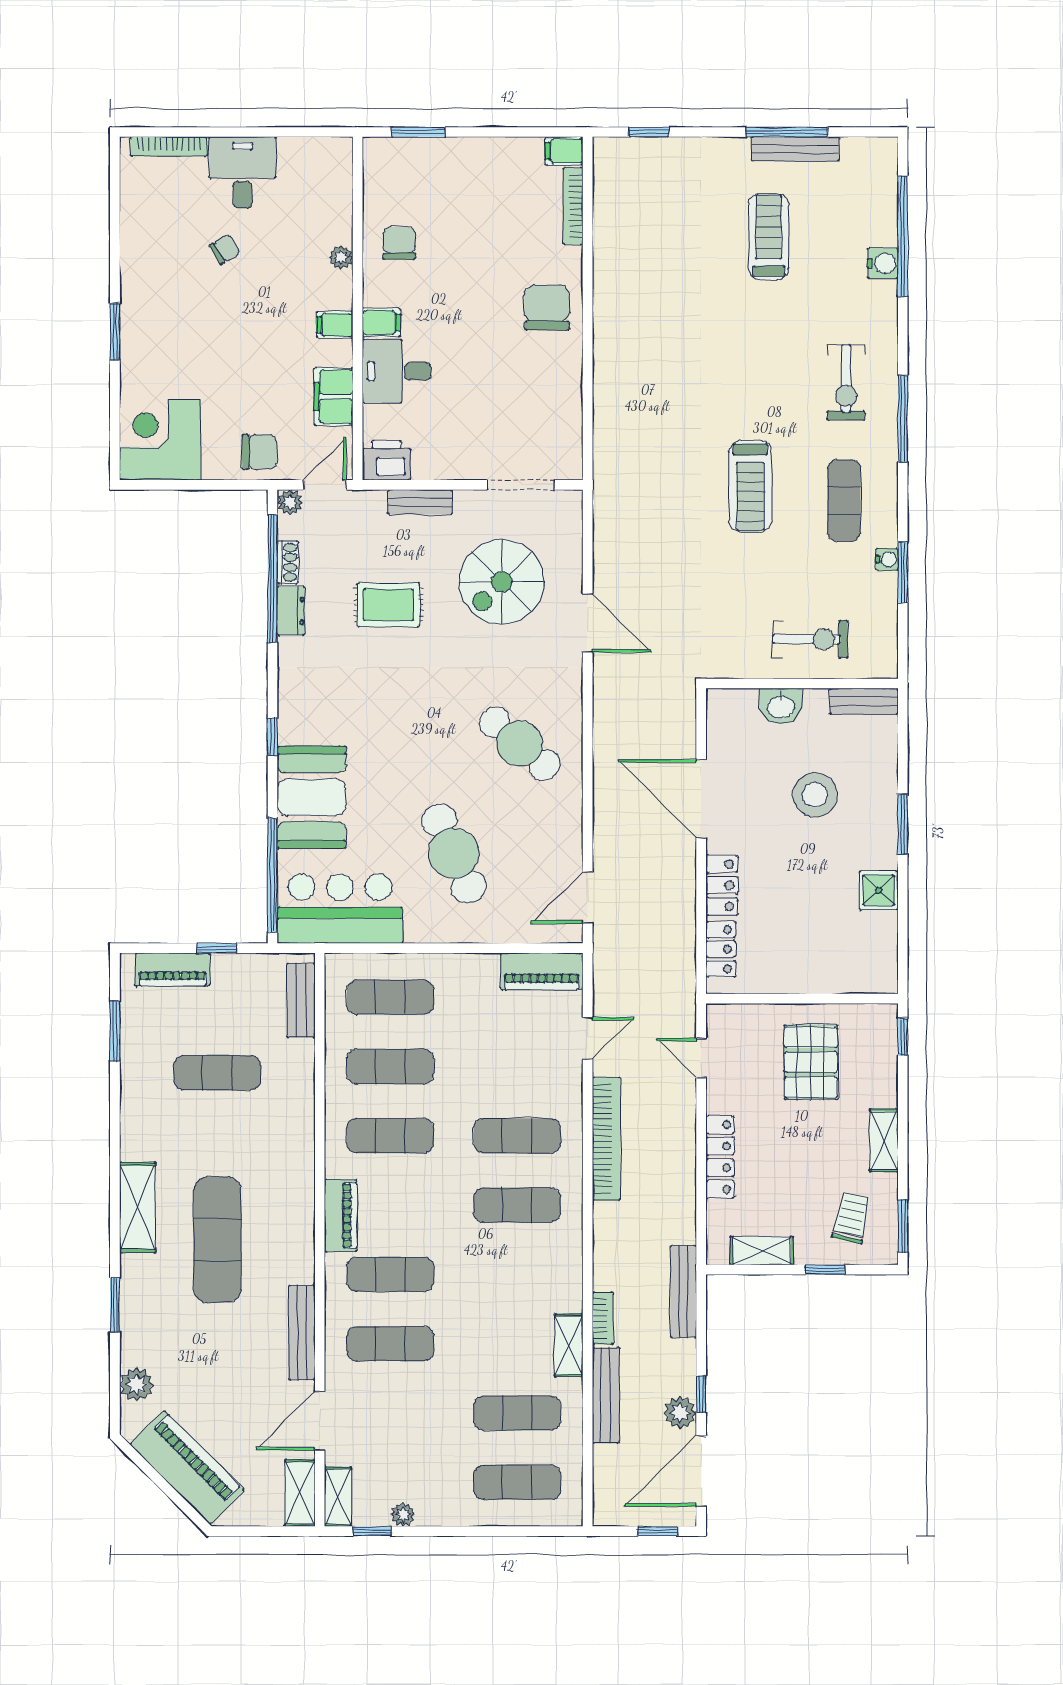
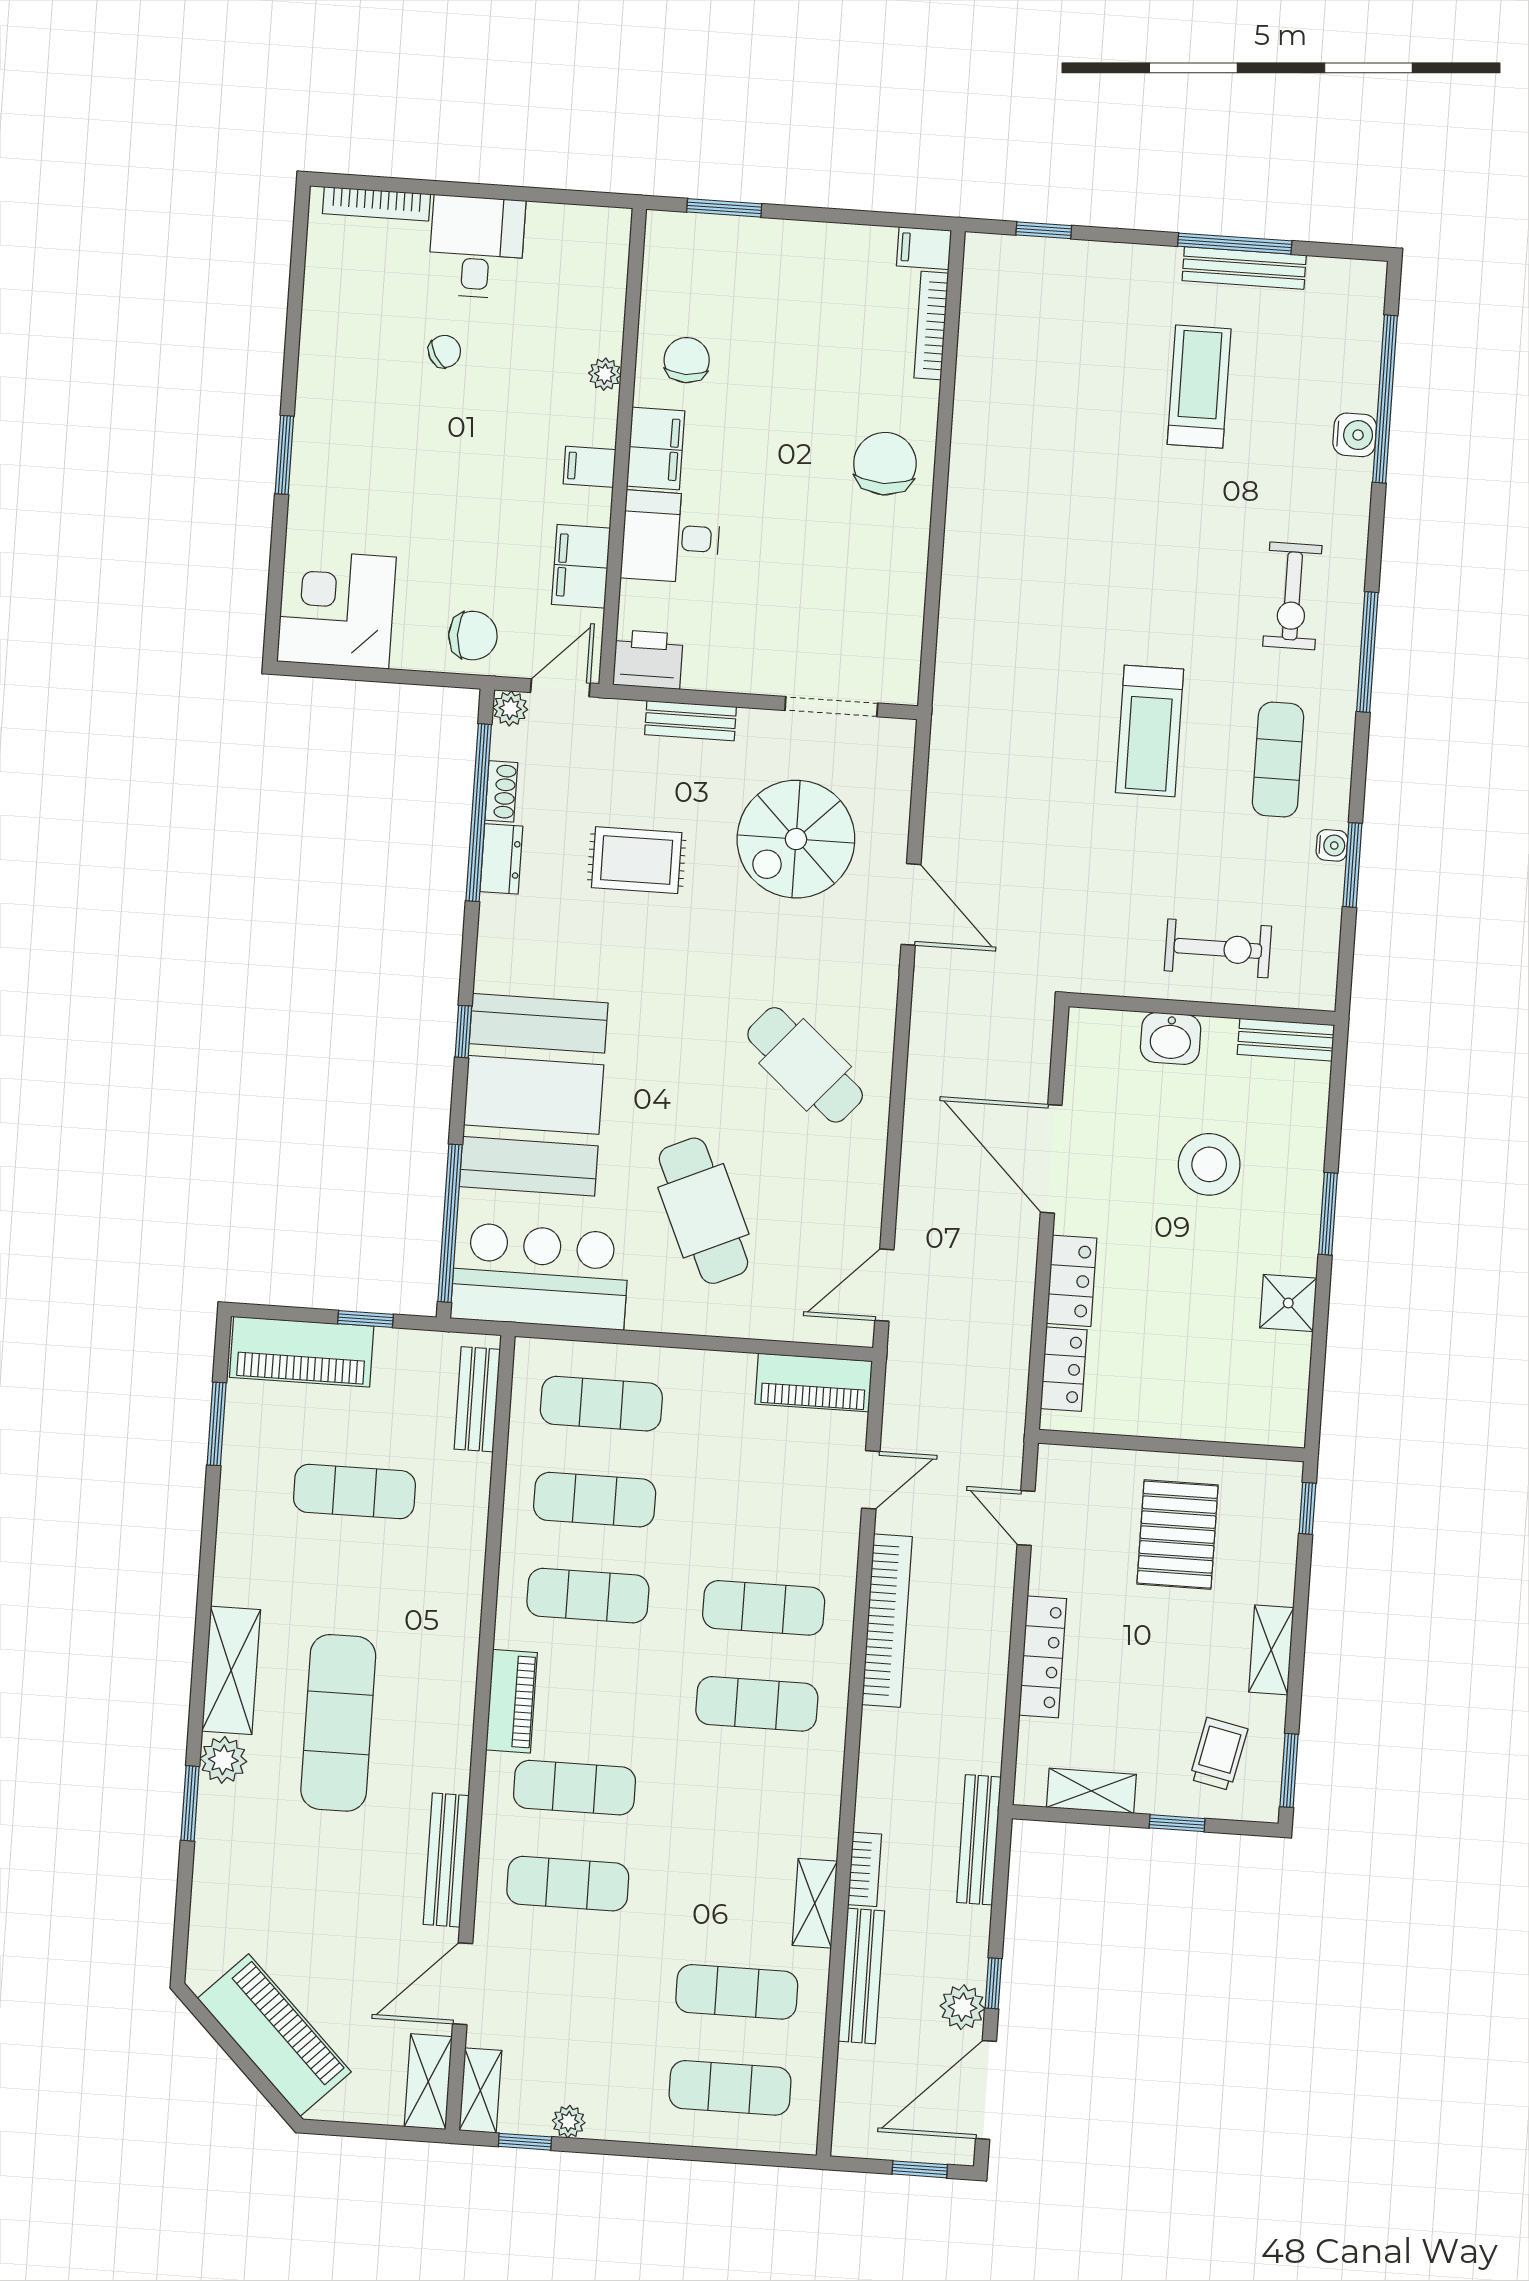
filing cabinet: (381, 323) -> (656, 448), width x2.00
booth: (312, 797) -> (534, 1095), width x1.36, depth x1.42
piano: (172, 969) -> (302, 1352), width x1.37, depth x1.33
plant: (137, 1385) -> (223, 1760), moved

